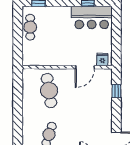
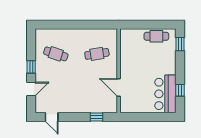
fridge: (102, 60) -> (126, 104), removed
cafe table: (49, 91) -> (97, 54), width x0.73, depth x0.74

